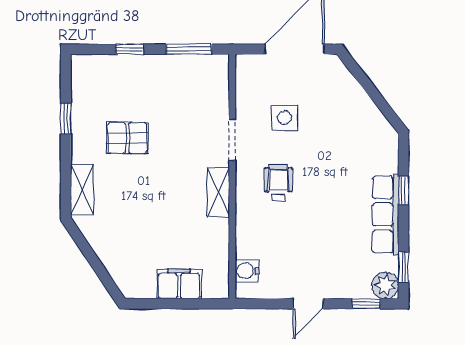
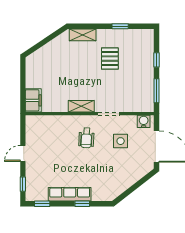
wheelchair: (278, 183) -> (86, 138), turned 93
water cooler: (247, 271) -> (144, 121), moved
filing cabinet: (179, 284) -> (33, 100), moved
plant: (385, 285) -> (32, 194), removed
door: (308, 304) -> (23, 153), hinge flipped

